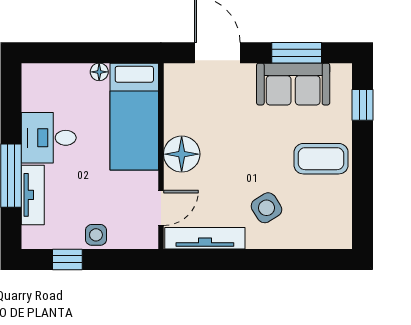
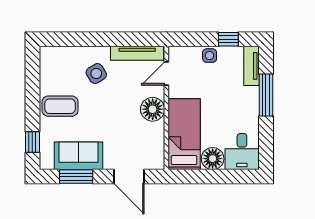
floor lamp: (99, 72) -> (213, 159), width x1.89, depth x1.89
desk: (49, 138) -> (242, 152), moved, turned 90
tv unit: (33, 195) -> (251, 66), moved

